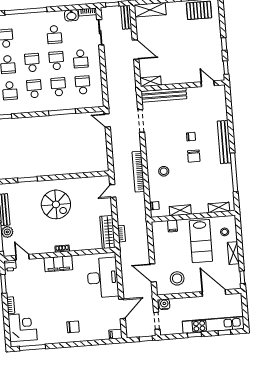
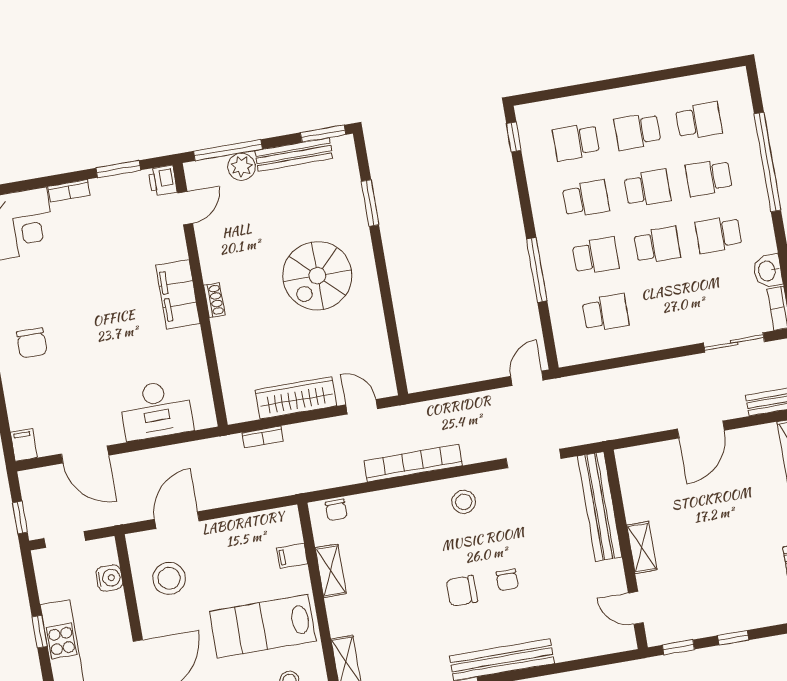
school desk: (81, 59) -> (709, 178), moved
shelving: (150, 81) -> (642, 547), moved
door: (208, 84) -> (636, 608), swing flipped
stool: (164, 171) -> (464, 502), moved
wardrobe: (107, 232) -> (296, 398), moved
desk: (103, 278) -> (156, 410), width x0.73, depth x0.77
water cooler: (164, 304) -> (109, 578), moved

